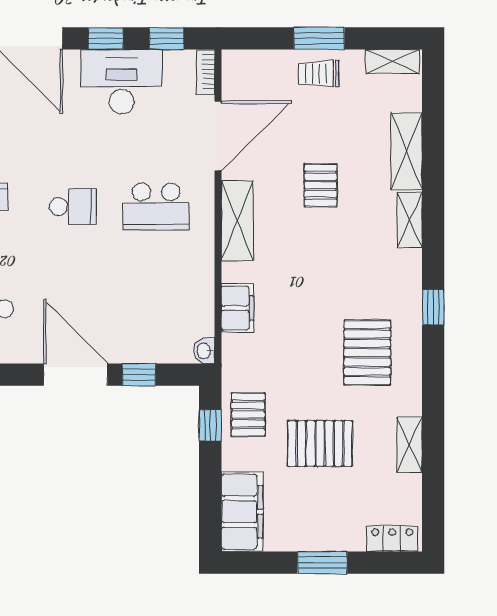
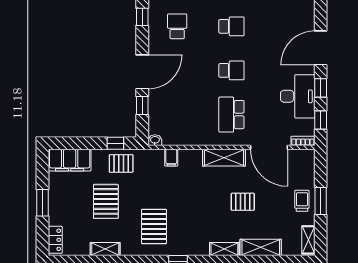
school desk: (73, 207) -> (231, 70), turned -90
filing cabinet: (237, 308) -> (171, 158), width x0.50
pallet: (367, 353) -> (154, 227), turned 90

